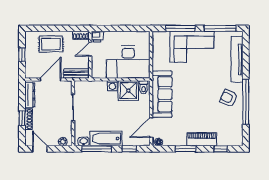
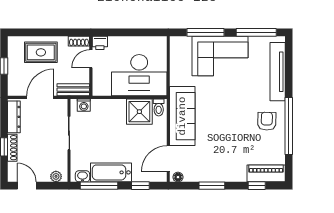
washing machine: (112, 86) -> (84, 105), moved
armchair: (228, 98) -> (267, 121), turned 67
piano: (202, 139) -> (266, 173), moved

